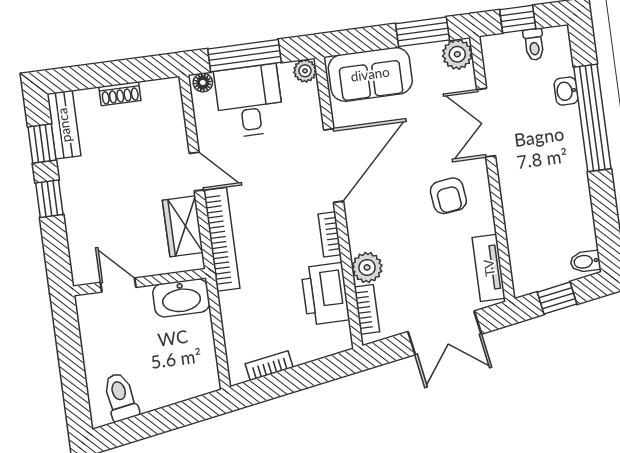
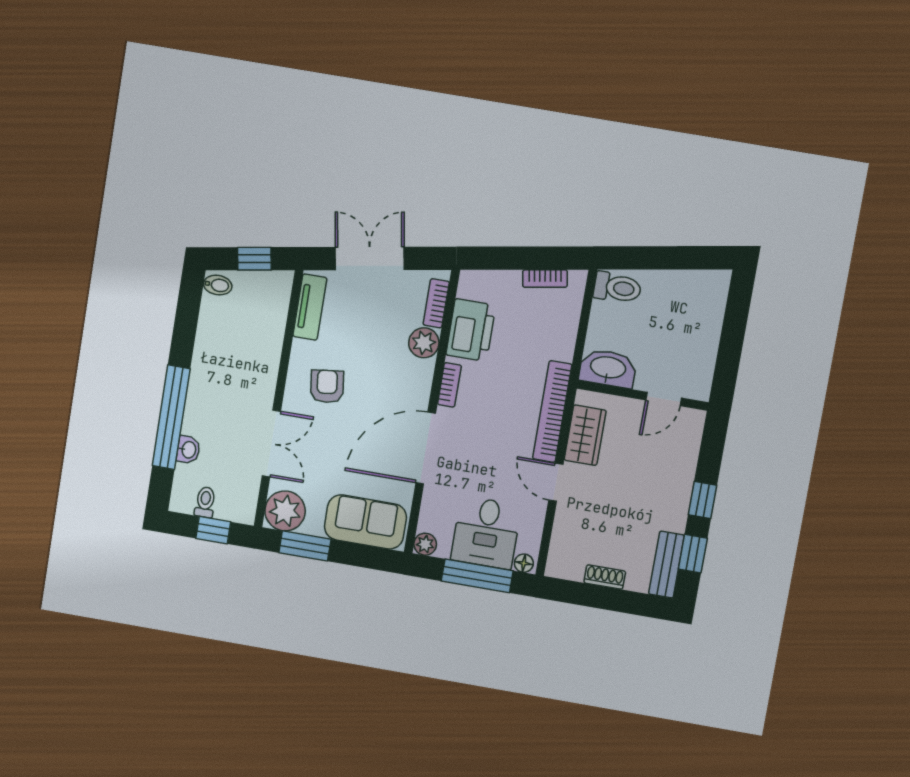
plant: (457, 54) -> (285, 511), width x1.36, depth x1.36
door: (118, 285) -> (664, 399), hinge flipped
toilet: (121, 397) -> (617, 288), moved, turned -80

